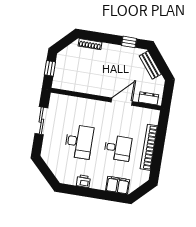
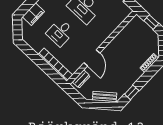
bookcase: (149, 147) -> (55, 65), moved

